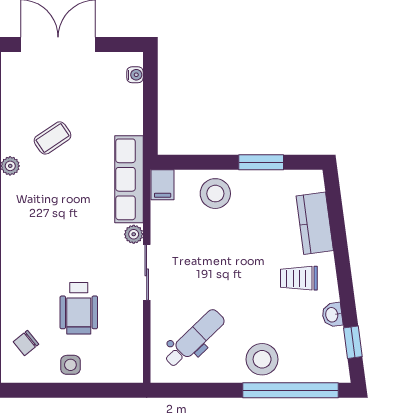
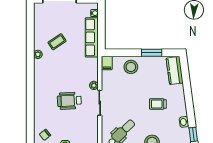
row of seats: (129, 179) -> (92, 37), moved
kitchen counter: (315, 223) -> (175, 71), moved
trolley: (299, 278) -> (158, 104), moved
wheelchair: (79, 308) -> (69, 101), moved, turned 87

